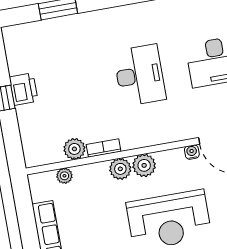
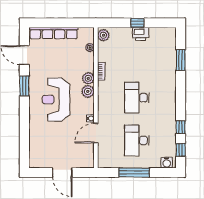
desk: (140, 75) -> (137, 98), turned 90
plant: (74, 149) -> (103, 35), moved

